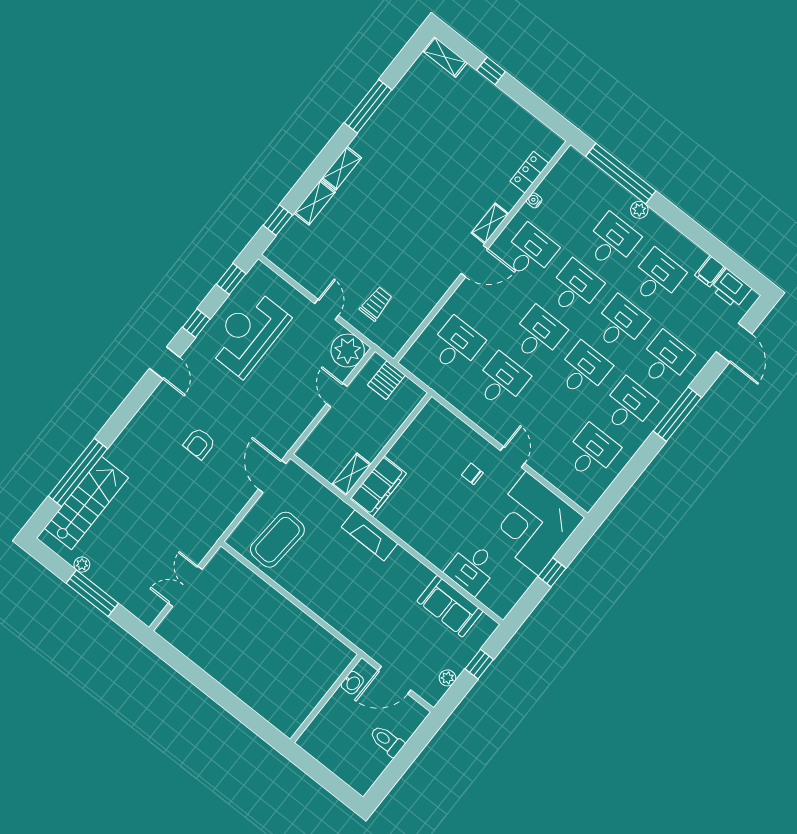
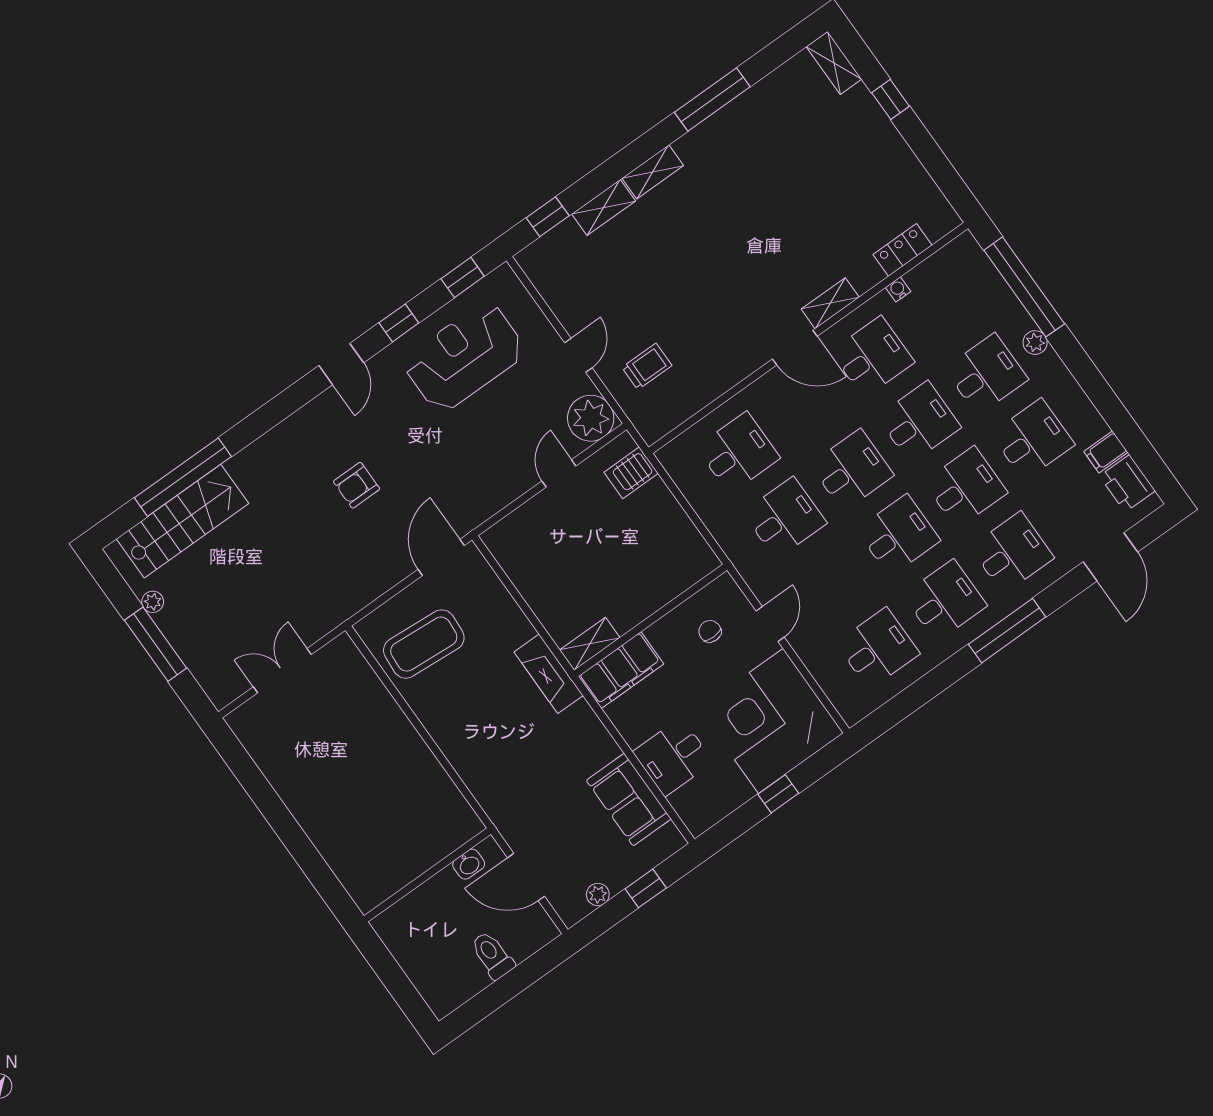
wall: (389, 446) -> (651, 620), moved
shelving: (351, 474) -> (590, 644), moved
filing cabinet: (378, 486) -> (621, 670), moved

